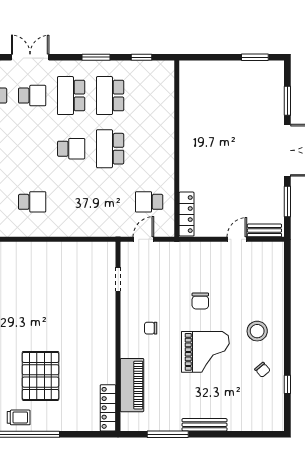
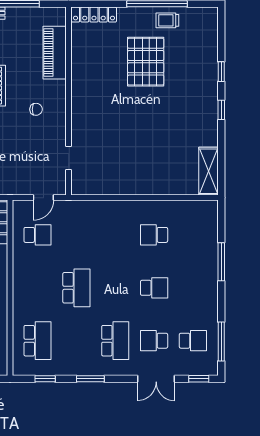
school desk: (110, 96) -> (38, 341), moved
school desk: (71, 149) -> (154, 288), moved, turned 180
locker: (108, 408) -> (94, 15), moved, turned 90

